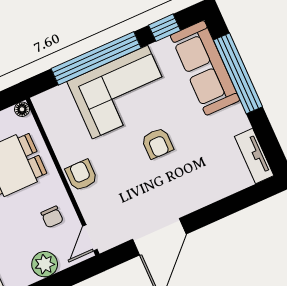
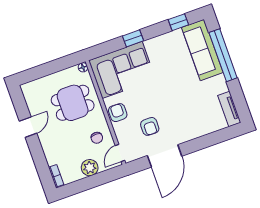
window: (96, 58) -> (133, 38), width x0.32
corner sofa: (120, 92) -> (122, 70), moved
armchair: (157, 143) -> (150, 126), moved

